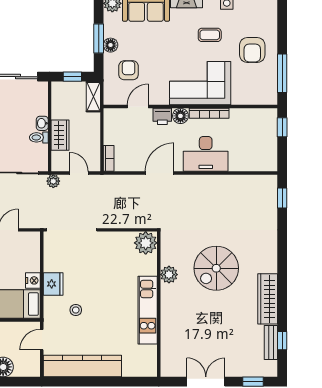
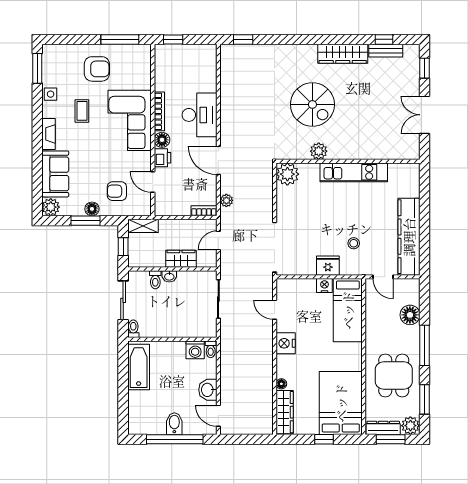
toilet: (39, 137) -> (155, 280), moved
plant: (53, 181) -> (226, 200), moved

